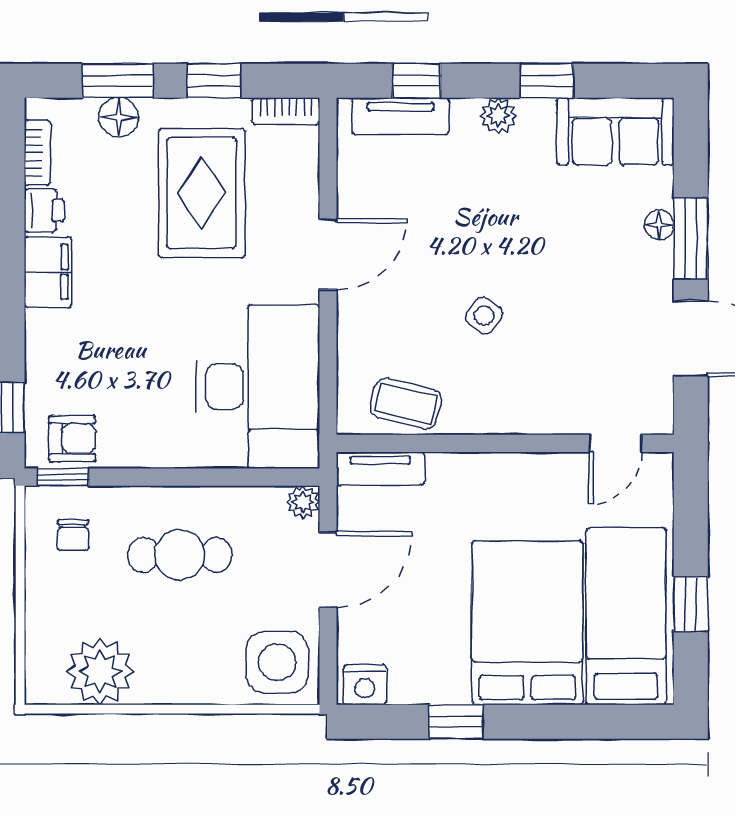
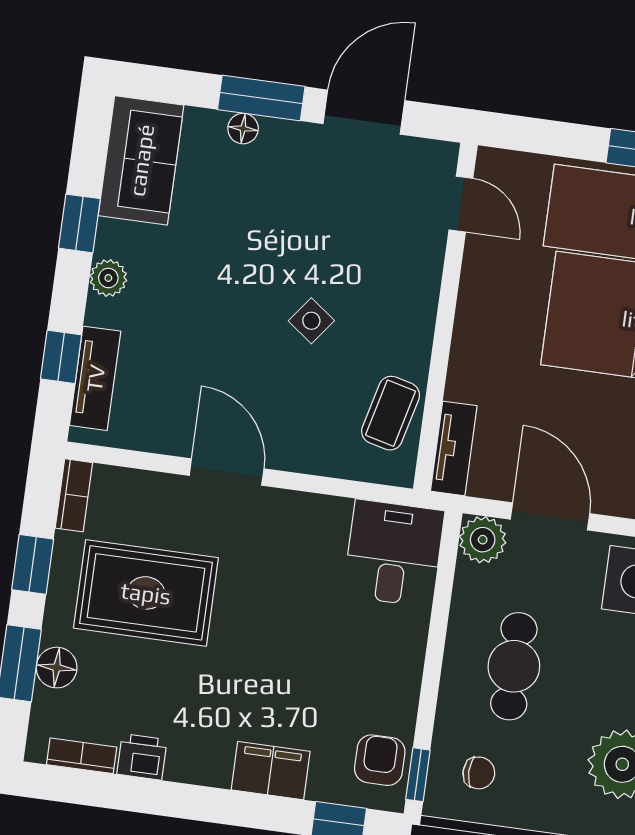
filing cabinet: (48, 272) -> (271, 771), moved
desk: (258, 387) -> (394, 553), width x0.53, depth x0.77
plant: (303, 502) -> (483, 540), width x1.38, depth x1.38

